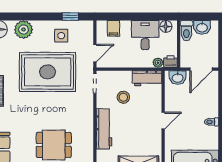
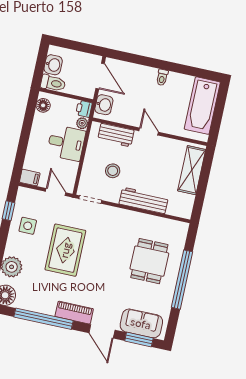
filing cabinet: (113, 28) -> (30, 178), moved
desk: (145, 35) -> (66, 143), moved, turned 180
rug: (48, 72) -> (65, 250), width x0.73, depth x0.69
workbench: (147, 78) -> (116, 135), moved, turned 90

